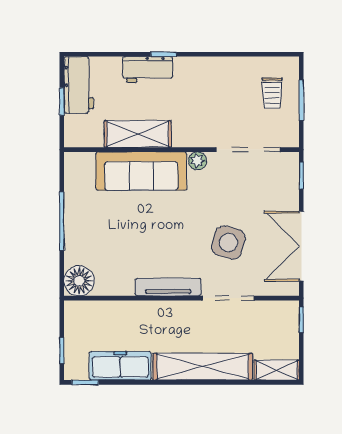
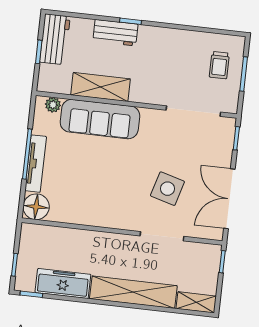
plant: (197, 161) -> (53, 105), moved
tv unit: (168, 287) -> (36, 164), moved, turned 90

